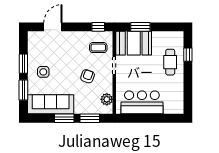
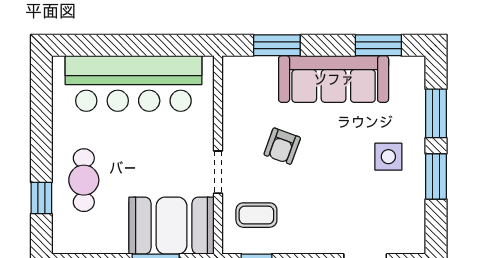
plant: (107, 99) -> (236, 91), removed
bar counter: (142, 102) -> (133, 83), width x1.36
sofa: (51, 104) -> (334, 79), moved
window: (64, 118) -> (378, 45), moved

